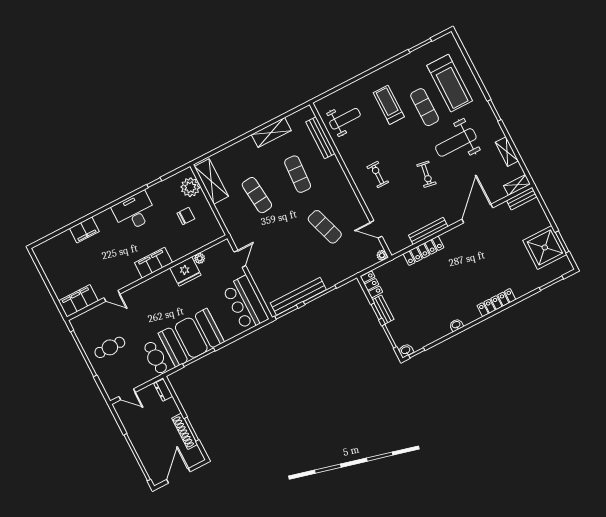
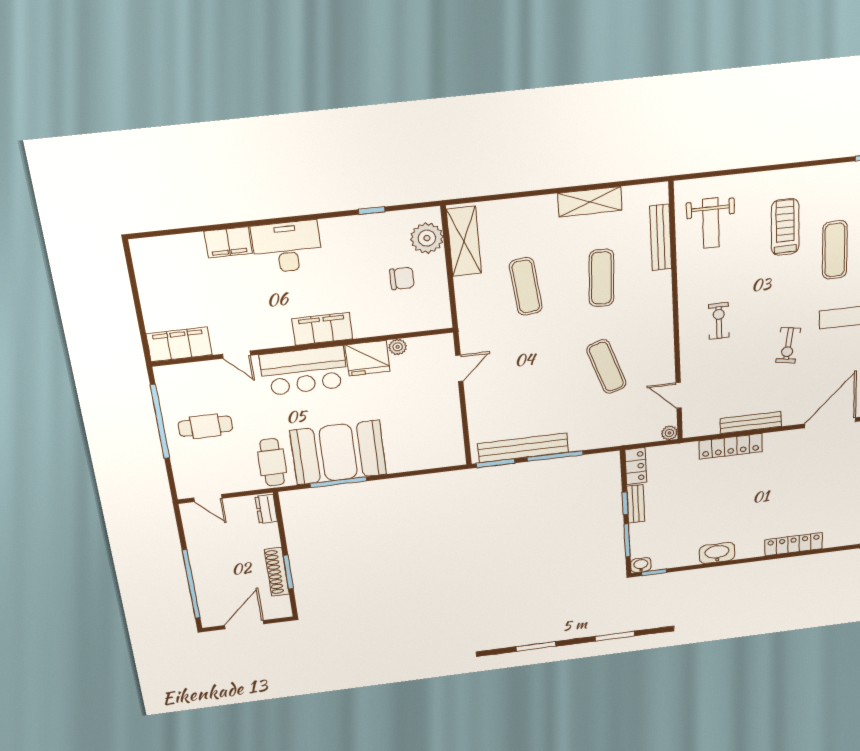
weight bench: (345, 119) -> (711, 223), turned 90
desk: (134, 212) -> (287, 247), moved
bar counter: (245, 303) -> (304, 371), moved, turned -90
washbasin: (456, 325) -> (717, 553), width x1.91, depth x1.45

